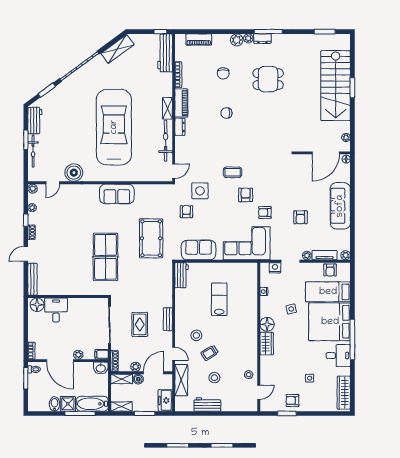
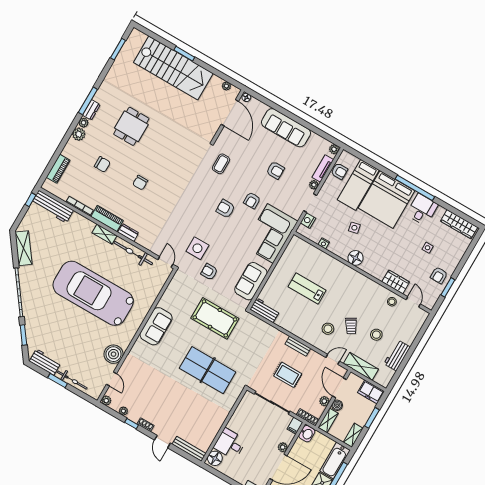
coffee table: (233, 172) -> (221, 164), moved
wardrobe: (267, 344) -> (396, 282), moved

